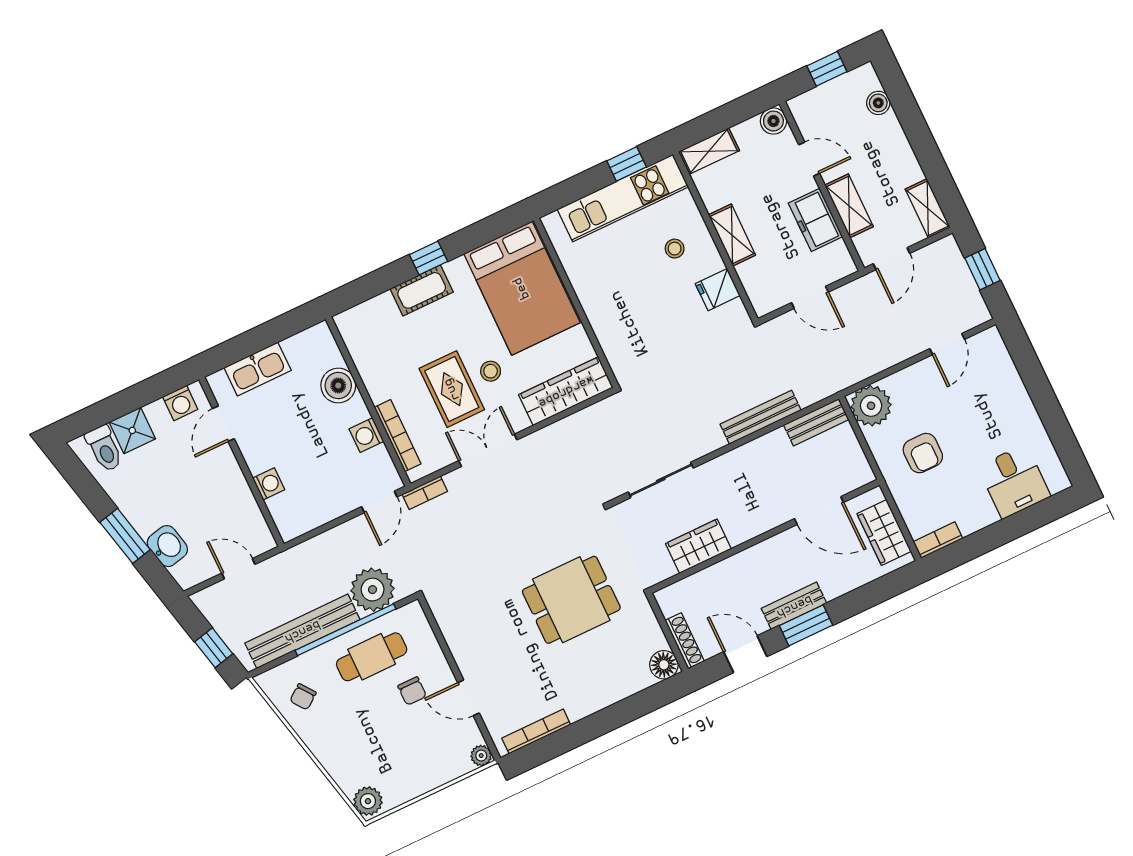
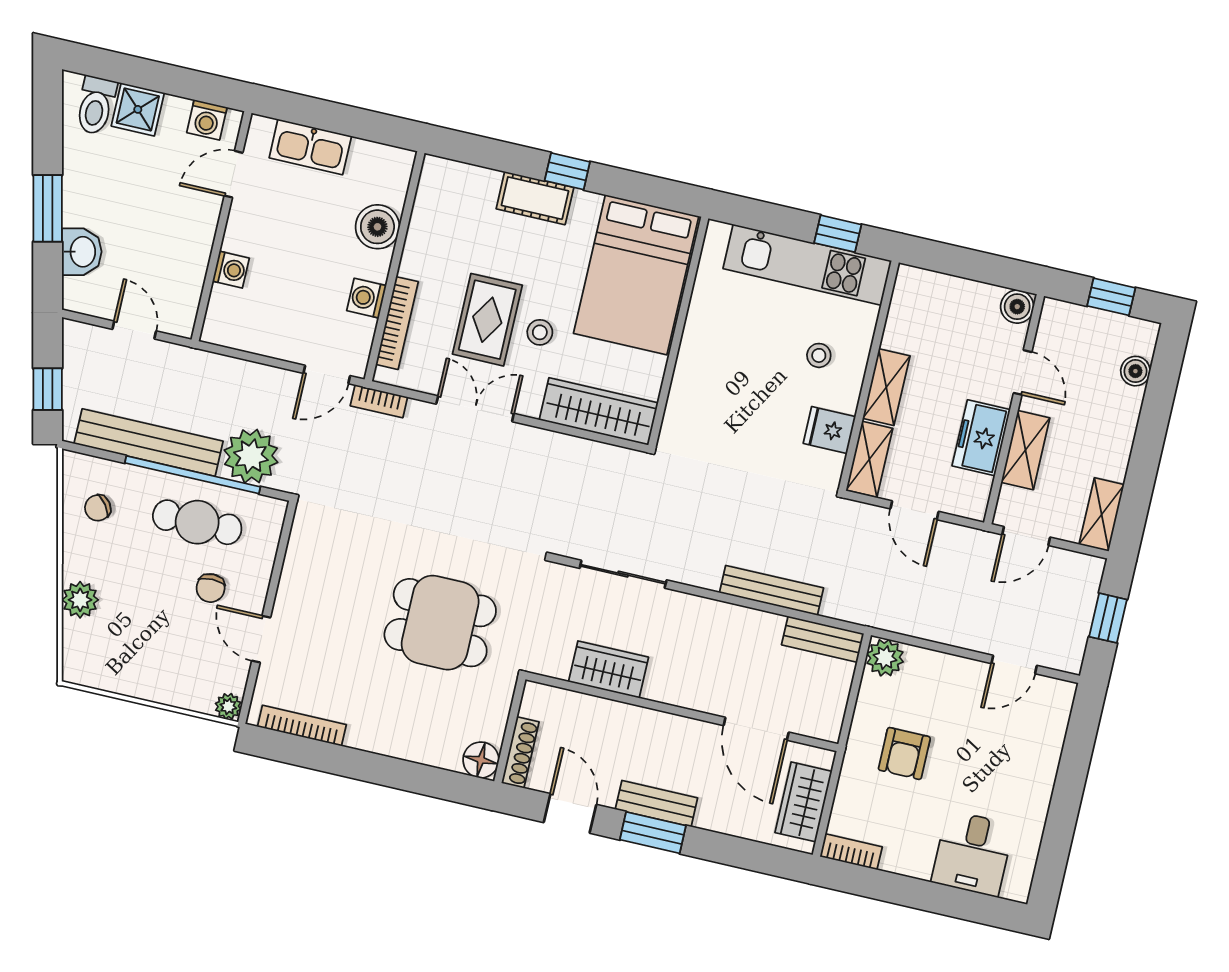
shelving: (709, 151) -> (869, 459), moved, turned 90
plant: (871, 406) -> (885, 658), width x0.73, depth x0.73
plant: (368, 801) -> (80, 600), moved

